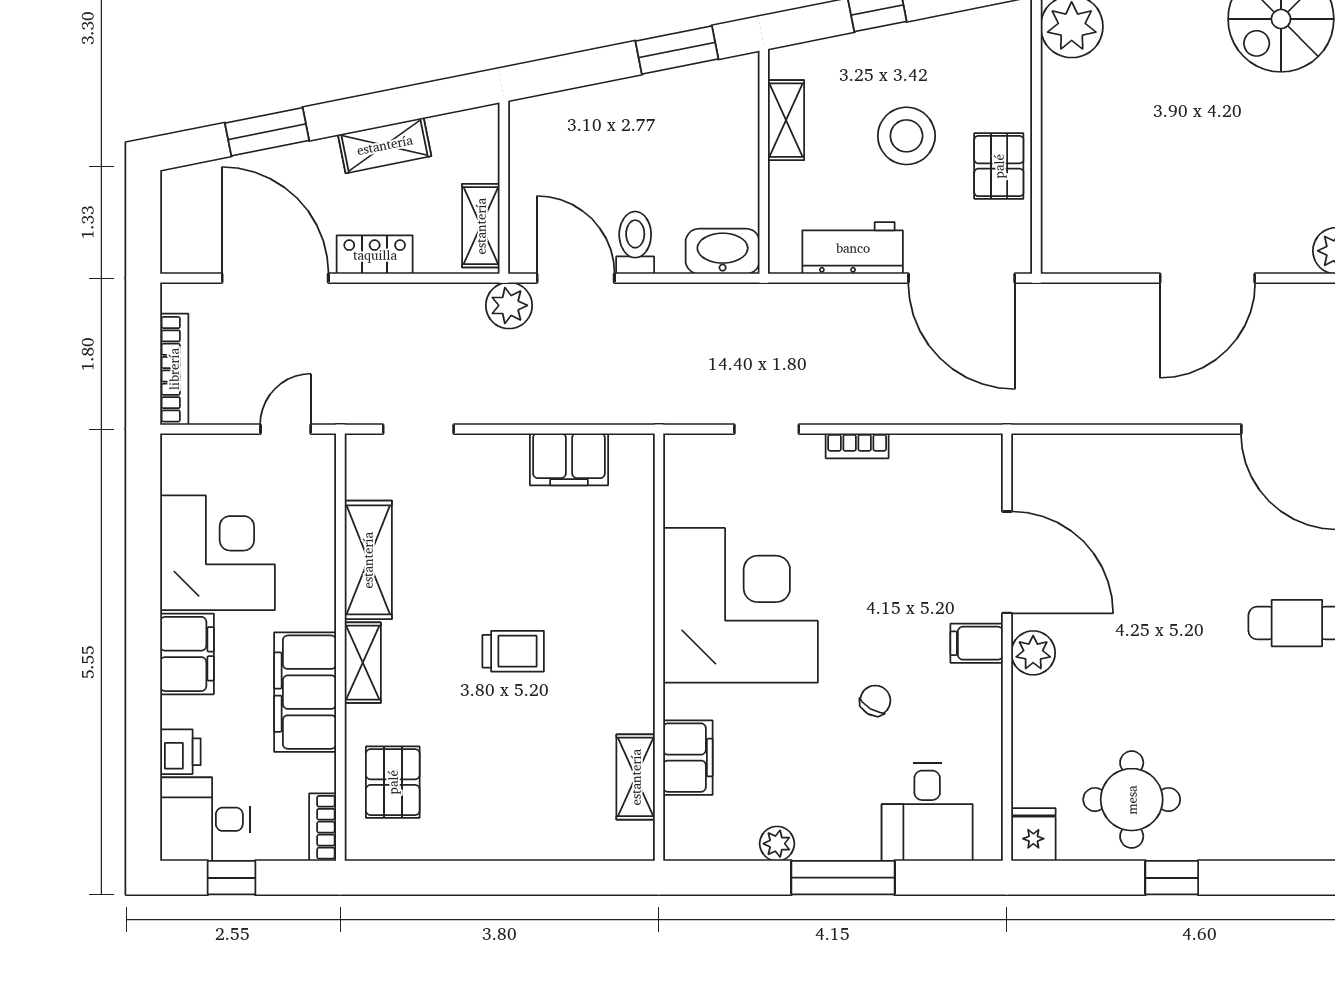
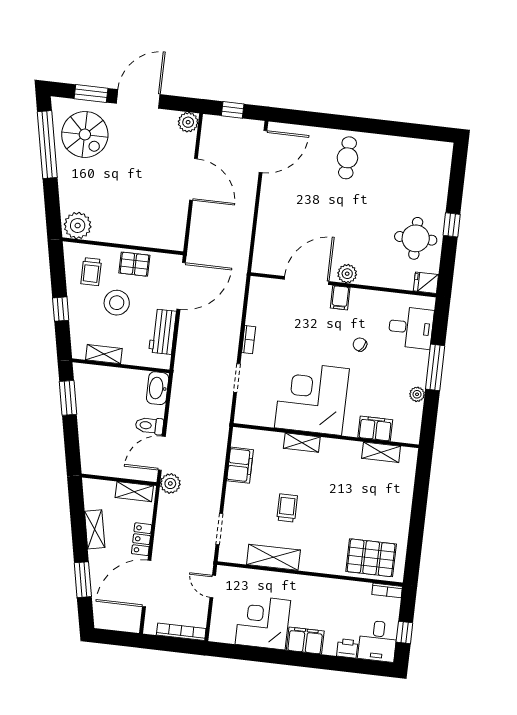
trolley: (970, 70) -> (91, 272), added
trolley: (513, 651) -> (287, 508), moved
shelving: (363, 663) -> (302, 443), moved
filing cabinet: (305, 692) -> (328, 591), removed
pallet: (393, 782) -> (371, 558), width x1.50, depth x1.42

